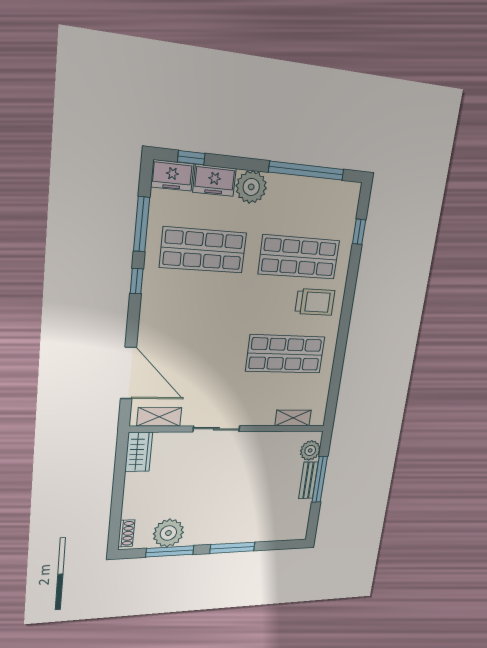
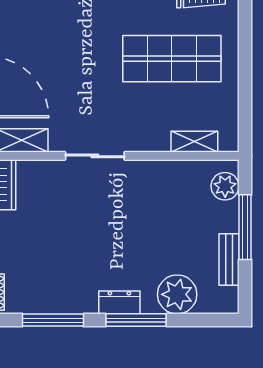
bench: (308, 480) -> (229, 260), moved
plant: (168, 533) -> (177, 294), moved
dresser: (222, 536) -> (119, 302), added

